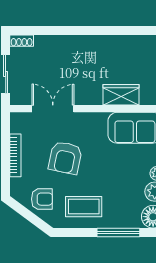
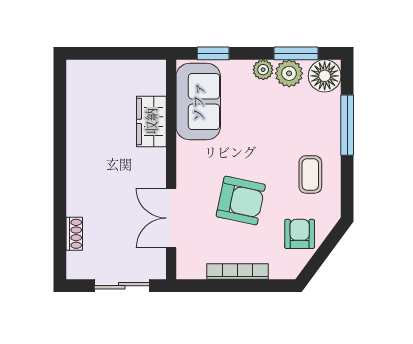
shoe rack: (22, 41) -> (74, 234), moved
coffee table: (84, 207) -> (310, 174), width x0.73, depth x0.77

